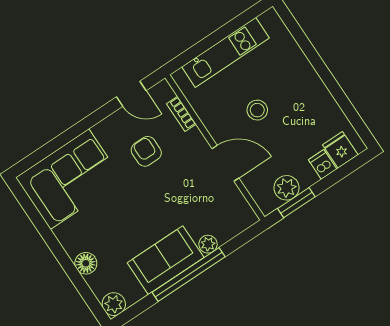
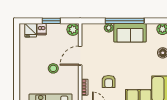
door: (226, 163) -> (80, 56), hinge flipped
plant: (286, 188) -> (73, 29), moved
window: (296, 203) -> (51, 21), moved

